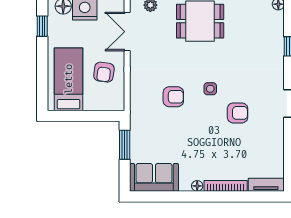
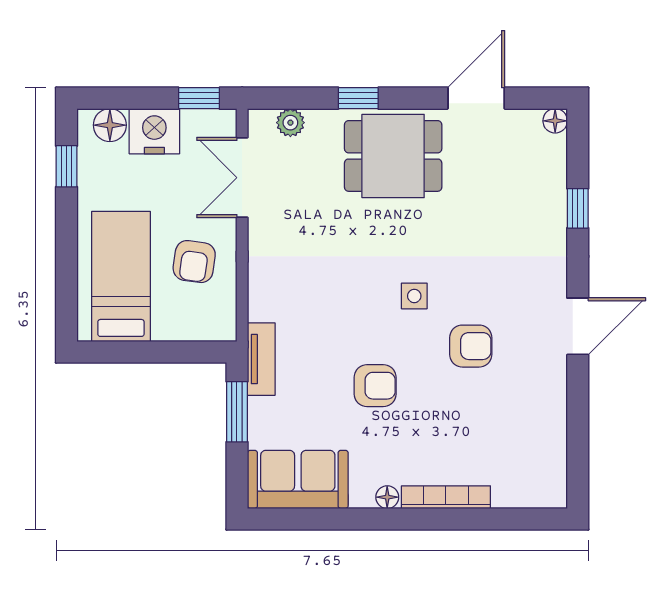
armchair: (173, 97) -> (375, 386), moved
tv unit: (266, 185) -> (261, 359), moved, turned 90

